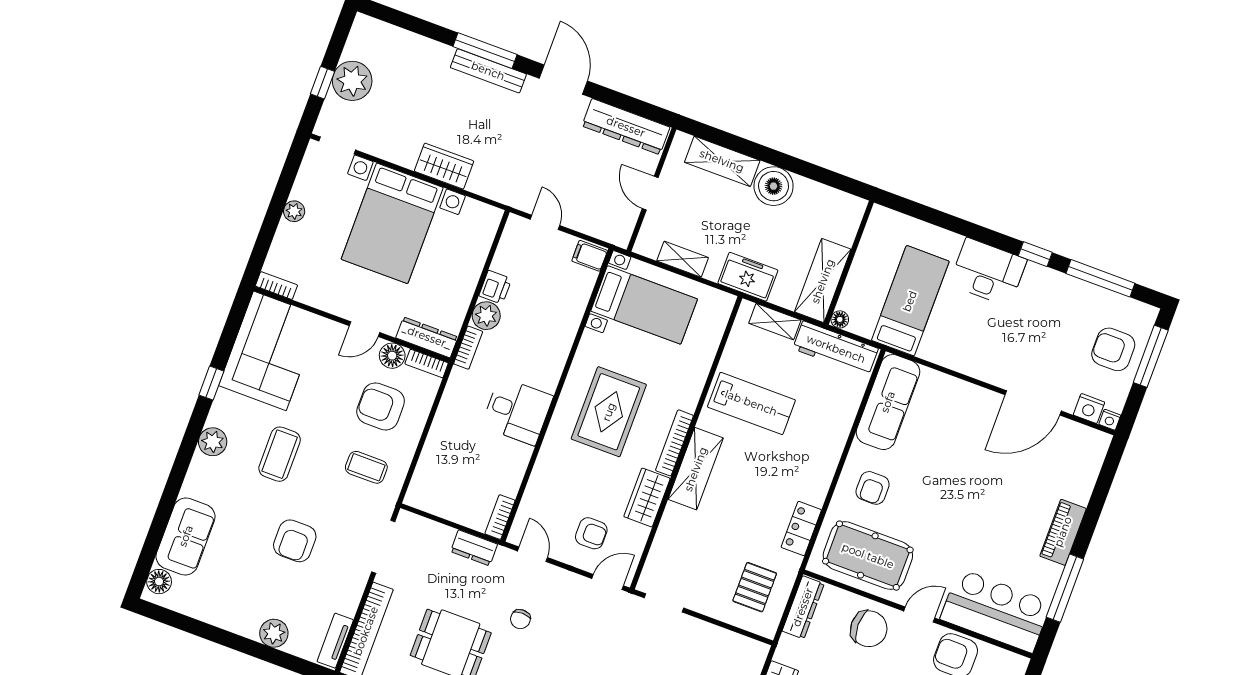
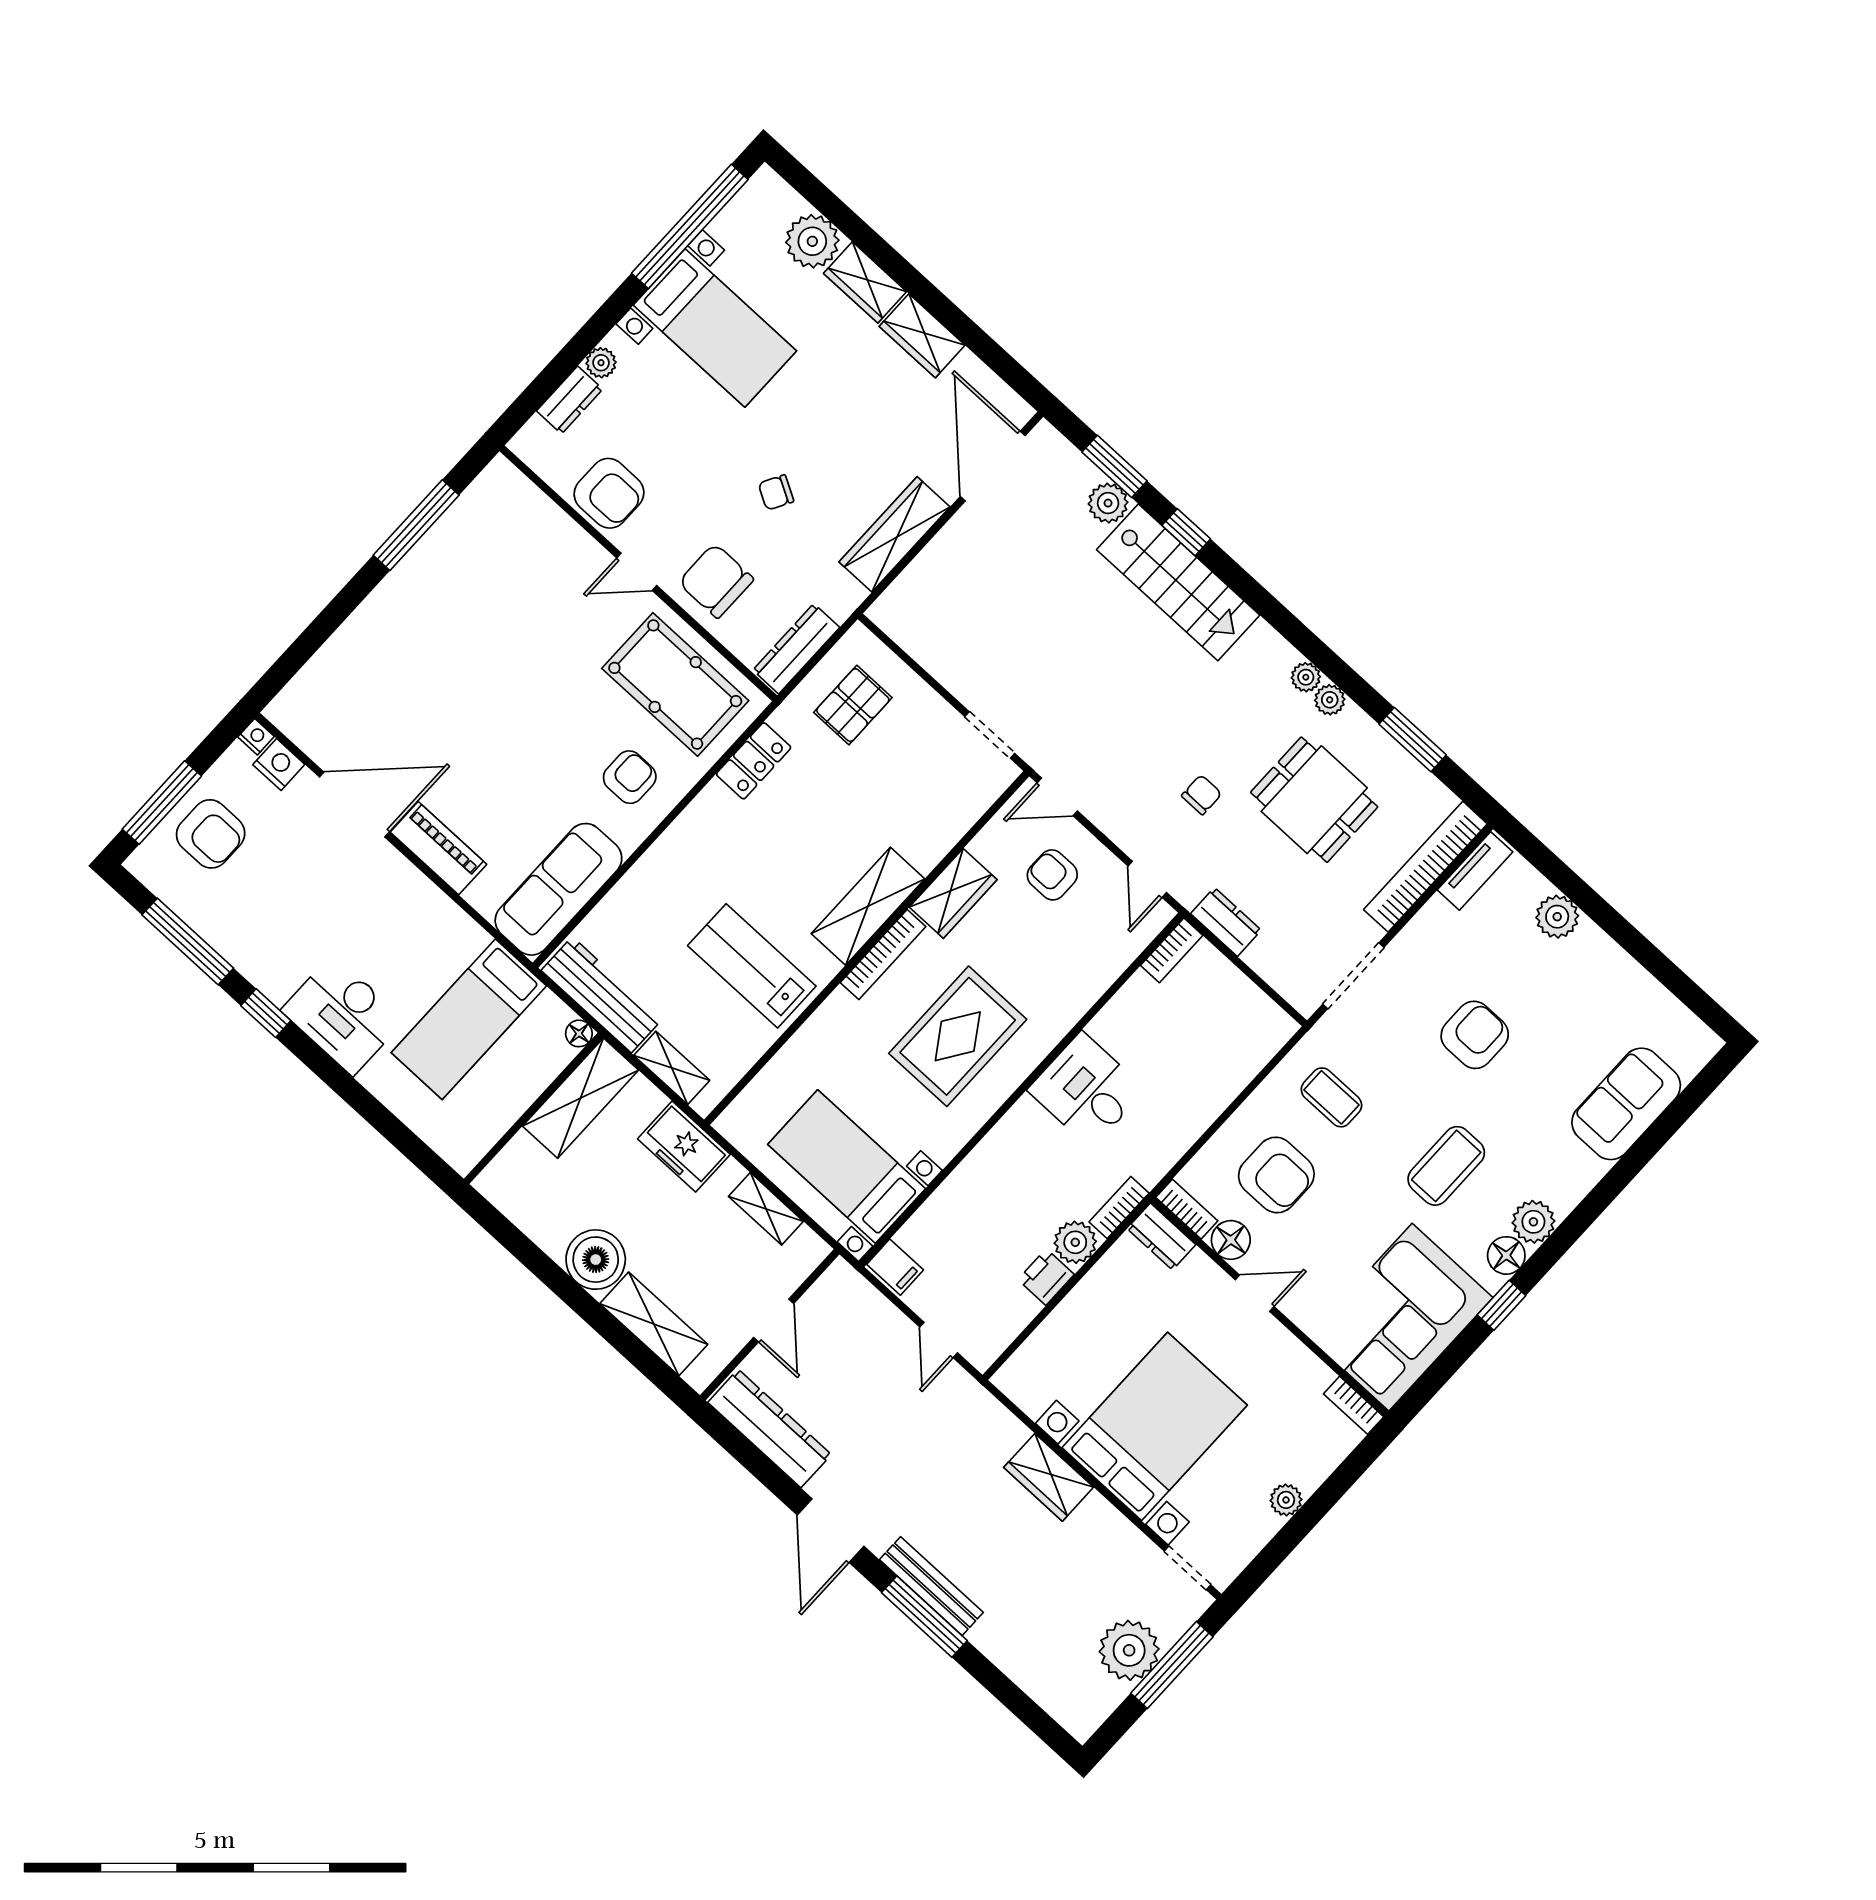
window: (323, 83) -> (1172, 1665), width x2.17
dresser: (427, 337) -> (1161, 1237), width x0.70
piano: (1063, 532) -> (438, 848), moved, turned -90
floor lamp: (159, 582) -> (1506, 1255), moved
bar counter: (996, 611) -> (527, 533), removed

